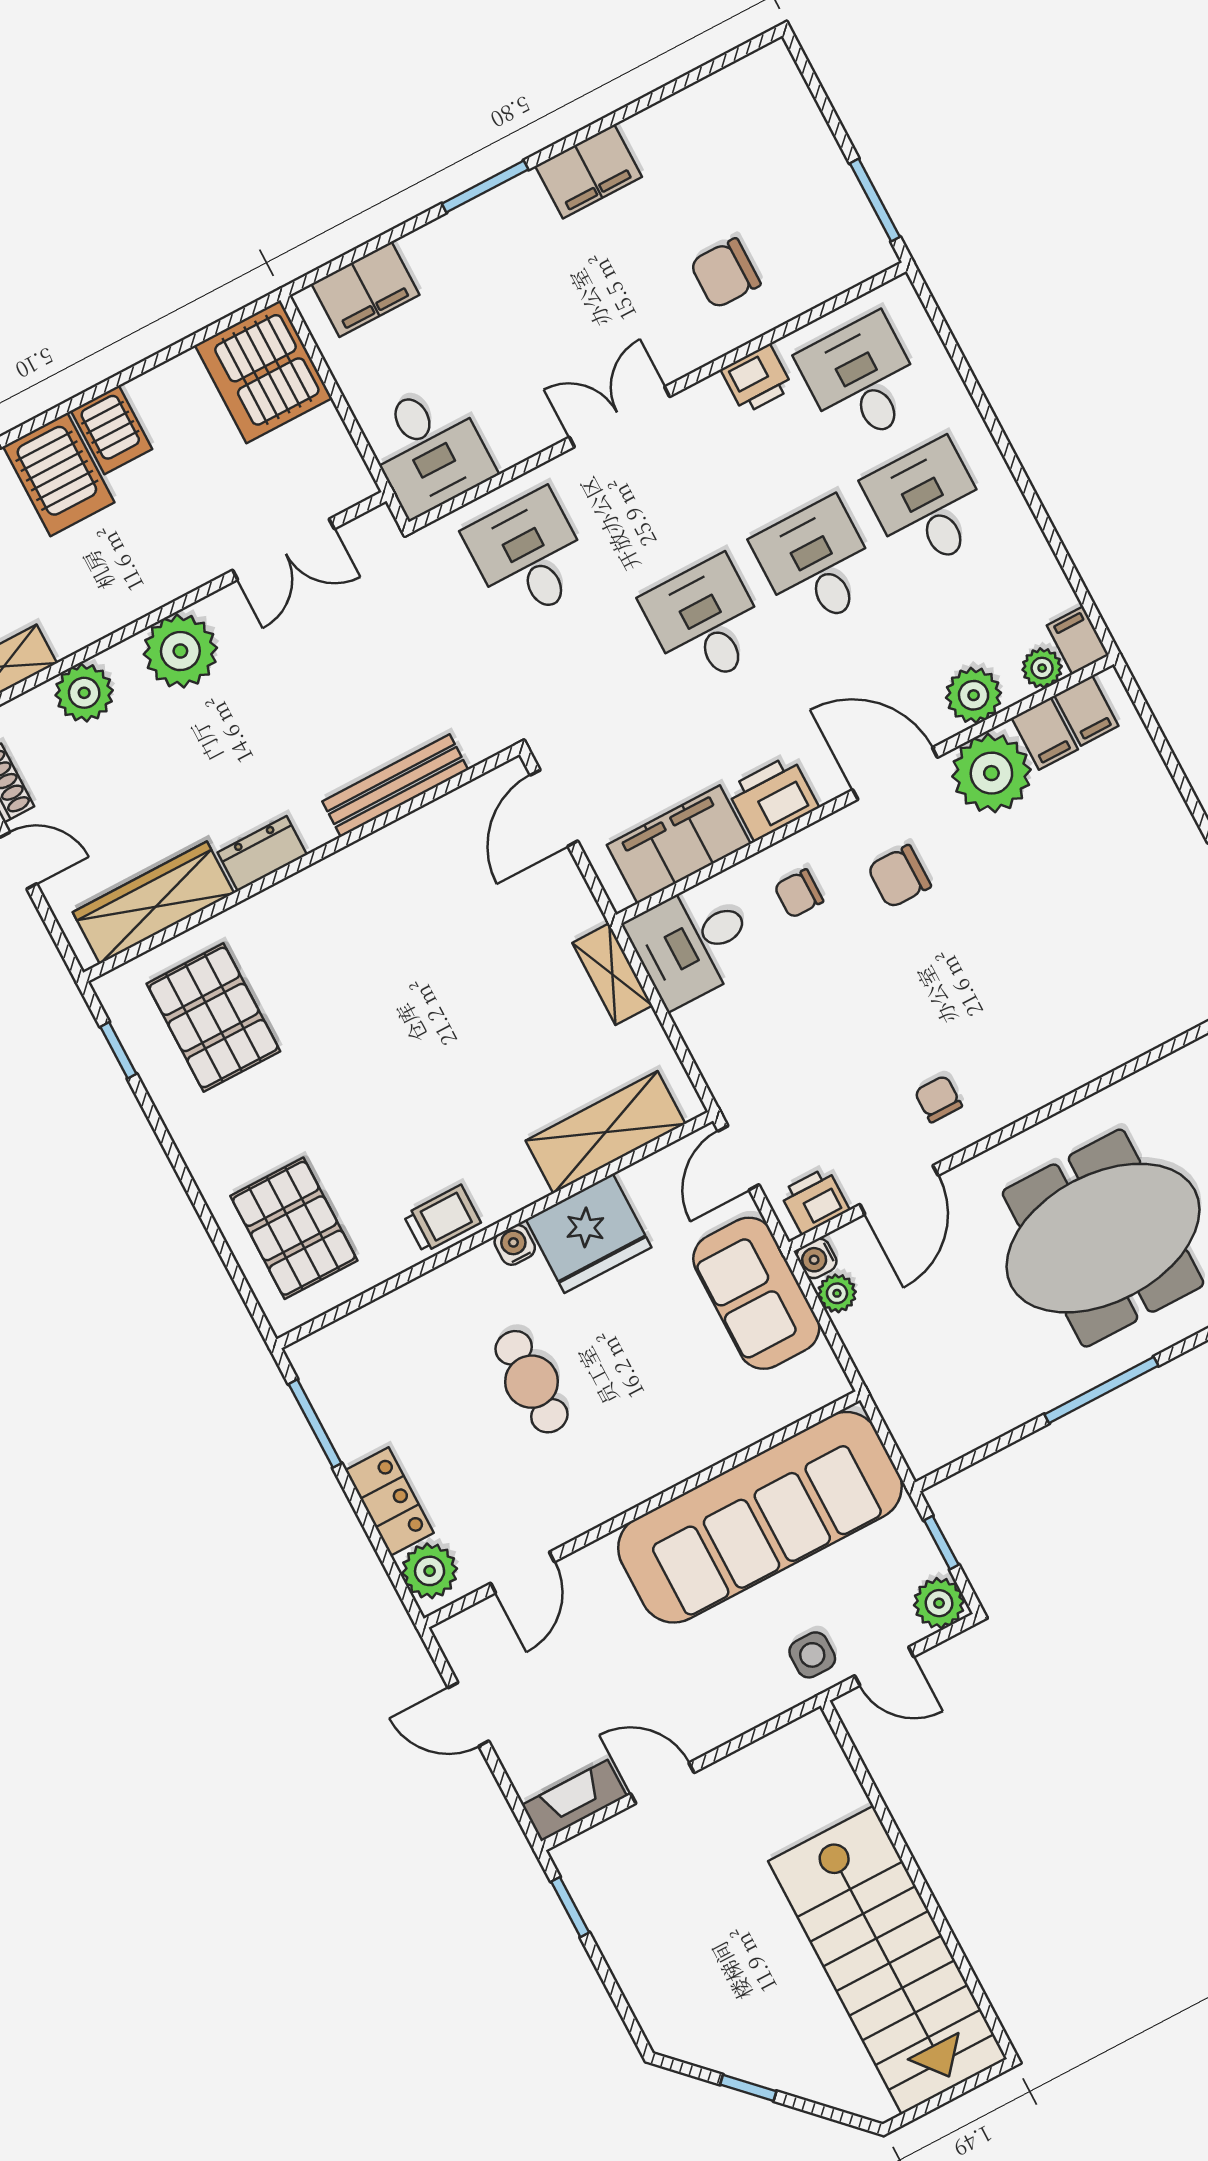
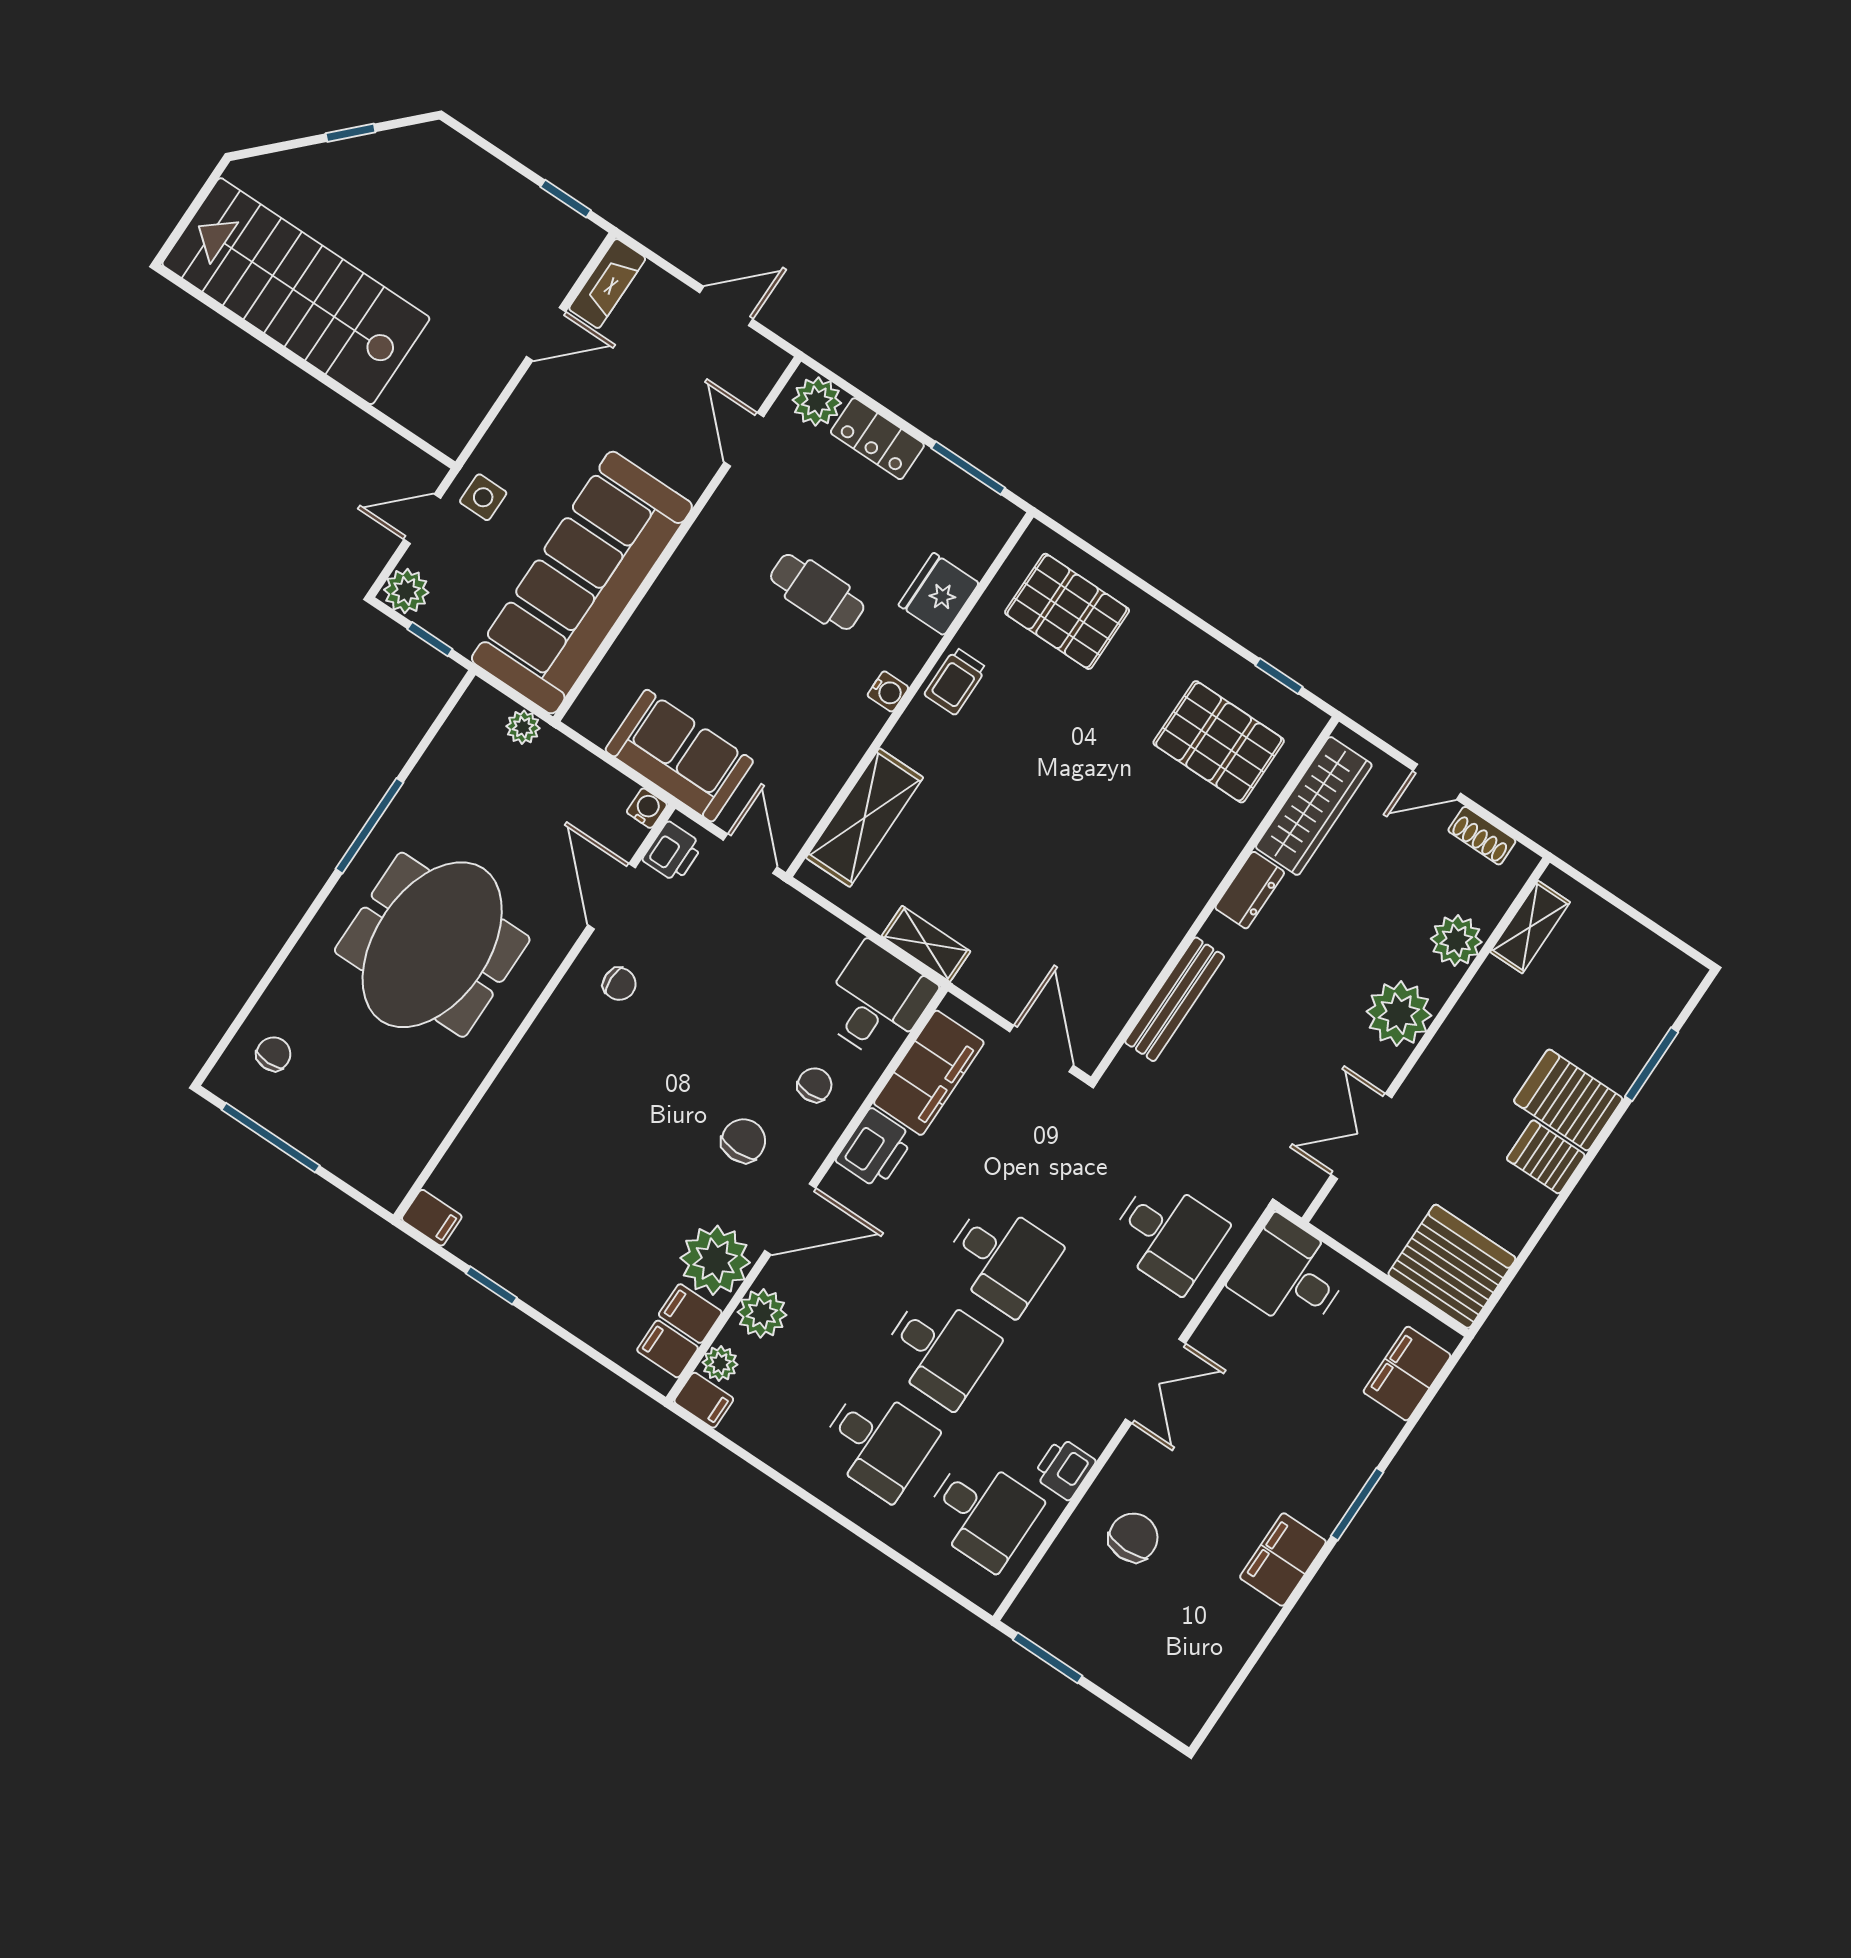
fridge: (589, 1233) -> (939, 594), moved, width x0.73, depth x0.75
plant: (837, 1293) -> (523, 727), moved

